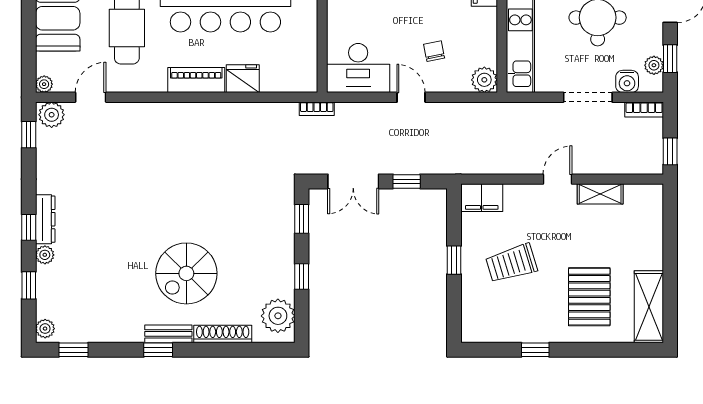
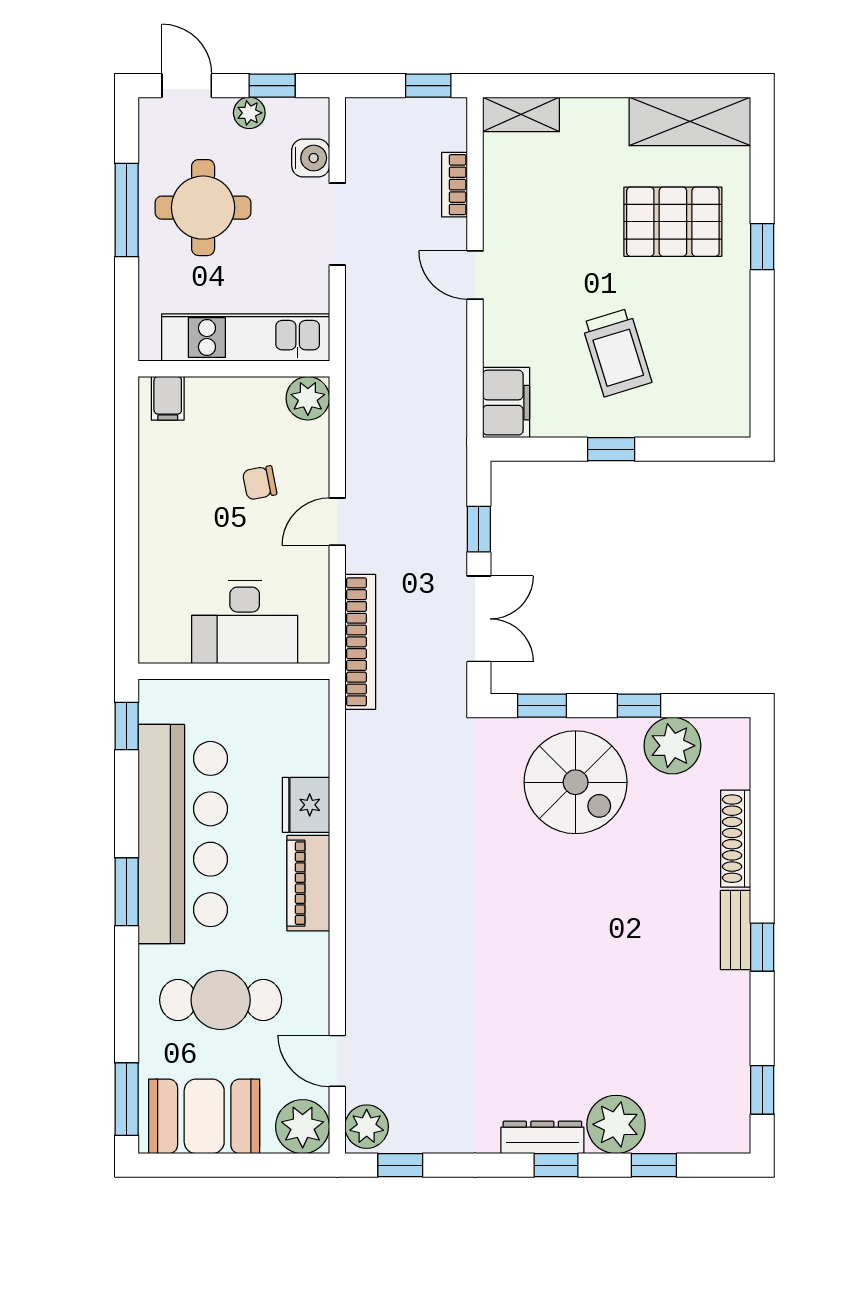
plant: (654, 65) -> (249, 113), moved
desk: (358, 68) -> (245, 622), moved, turned 90
plant: (44, 84) -> (303, 1127), width x1.88, depth x1.88
bookcase: (317, 109) -> (360, 642), width x2.31, depth x1.31
bookcase: (644, 110) -> (454, 185), moved, turned 180
shelving: (600, 194) -> (521, 114), moved, turned 90
plant: (45, 255) -> (616, 1124), width x1.88, depth x1.88
spiral stairs: (186, 273) -> (576, 782), moved
plant: (278, 316) -> (672, 746), moved
plant: (45, 329) -> (726, 1138), removed
window: (535, 350) -> (762, 247), moved

